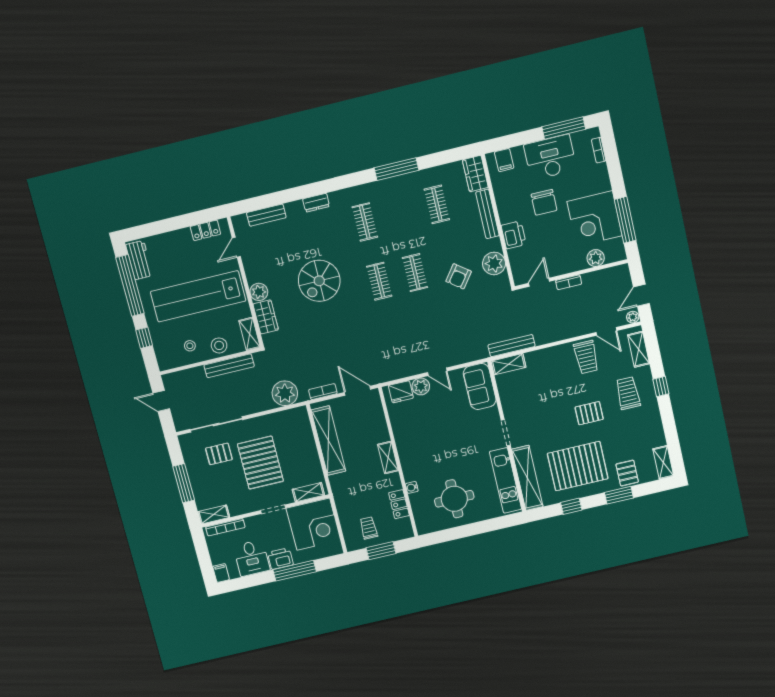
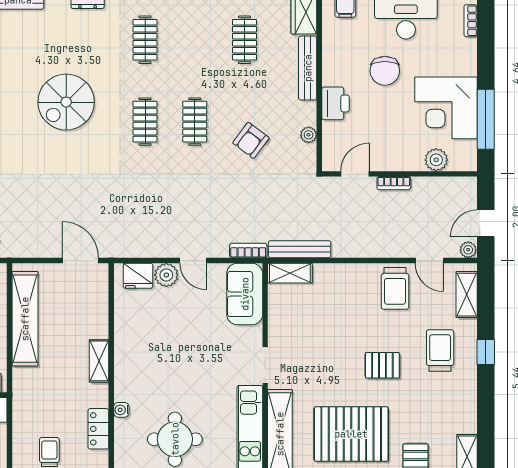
plant: (494, 263) -> (309, 135), width x0.53, depth x0.53
bookcase: (323, 392) -> (248, 251), moved

